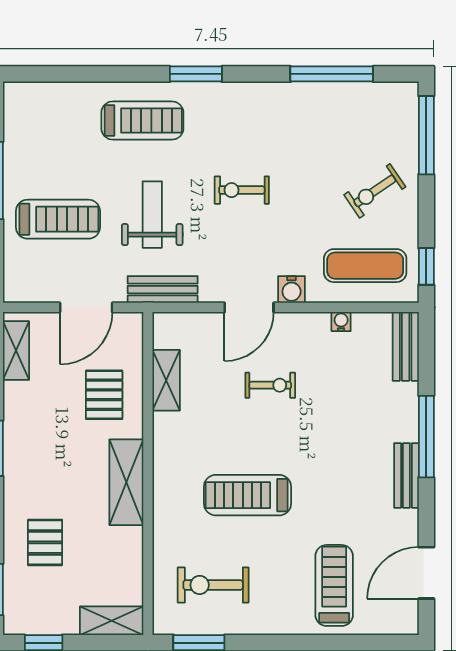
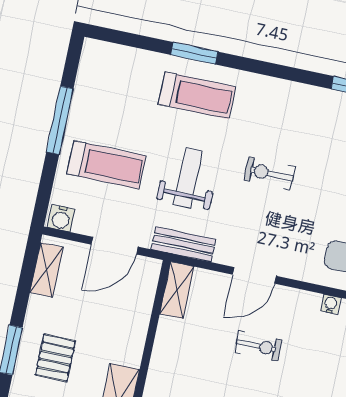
window: (196, 74) -> (194, 53), moved
water cooler: (292, 289) -> (61, 218), moved
shelving: (166, 380) -> (177, 290), moved
pallet: (104, 395) -> (55, 358), moved

